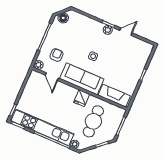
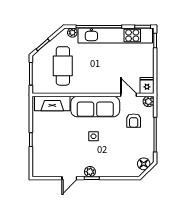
fridge: (82, 98) -> (147, 86), moved

